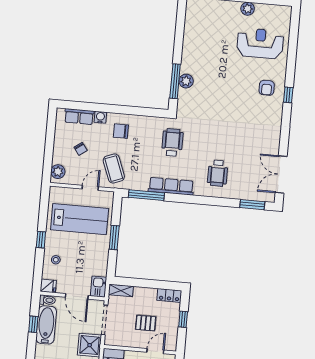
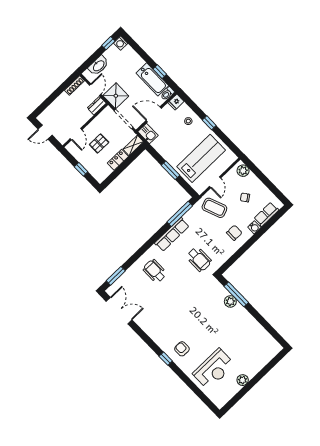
lab bench: (80, 219) -> (201, 158), turned 180
locker: (169, 295) -> (118, 160), moved

